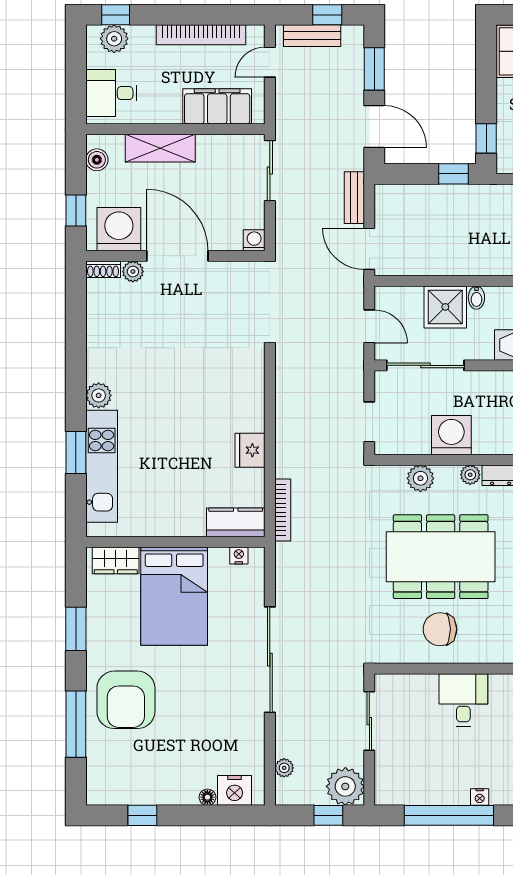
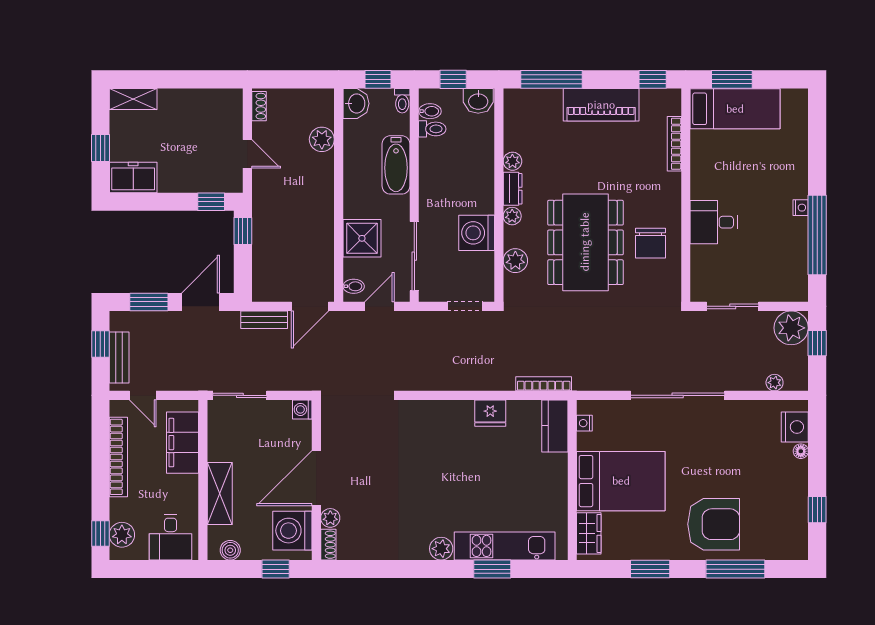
bidet: (476, 298) -> (354, 286), moved

